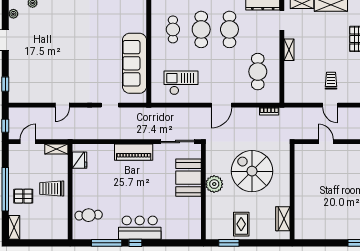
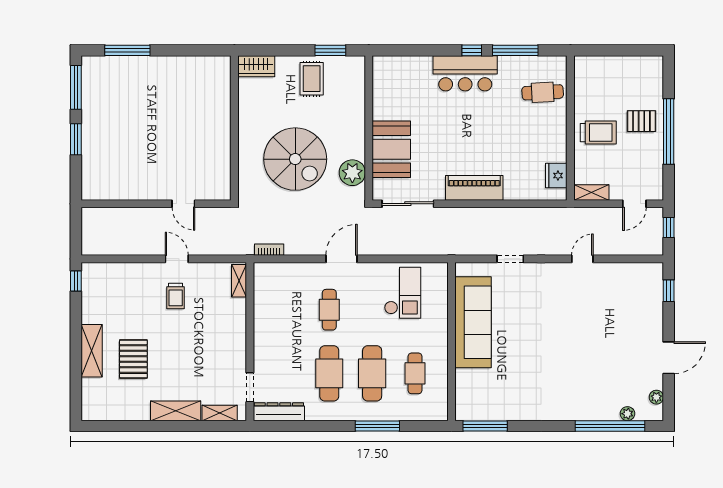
shelving: (289, 50) -> (239, 281), moved
cafe table: (258, 72) -> (329, 310), moved, width x0.73, depth x0.74
checkout: (181, 83) -> (403, 293), turned -90
plant: (214, 184) -> (352, 173), moved
wardrobe: (283, 219) -> (256, 66), moved, turned 90
shelving: (14, 227) -> (655, 74), removed

